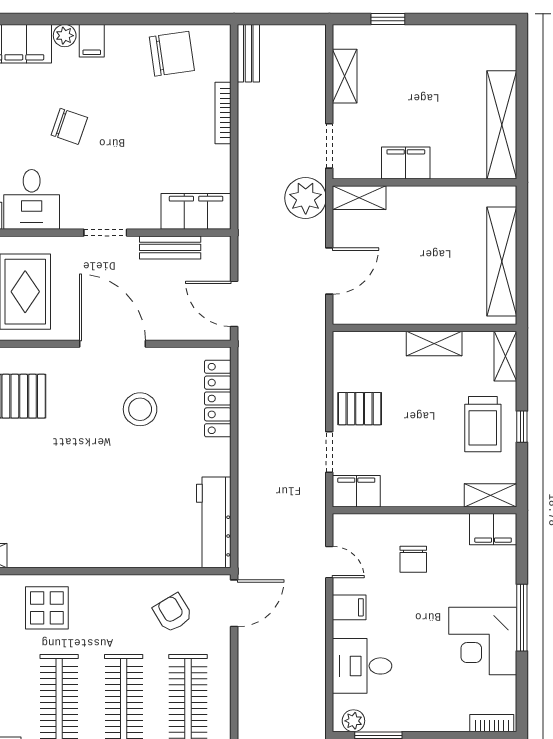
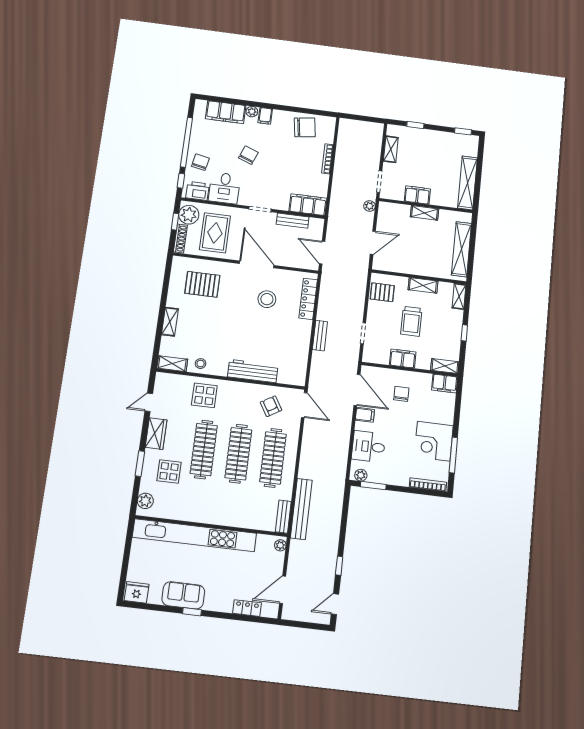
window: (484, 19) -> (463, 131), added
bench: (248, 53) -> (320, 336), moved
chair: (69, 126) -> (248, 155), turned -88
plant: (306, 198) -> (369, 206), width x0.53, depth x0.53
shelving: (359, 198) -> (425, 213), moved
pallet: (360, 409) -> (382, 292), moved
trolley: (483, 424) -> (411, 321), moved
filing cabinet: (356, 491) -> (403, 359), moved
workbench: (214, 522) -> (253, 371), moved, turned 90
stool: (32, 549) -> (201, 364), added
chair: (413, 559) -> (401, 394), turned 180
door: (329, 562) -> (357, 390), width x1.88
door: (234, 603) -> (304, 405), hinge flipped
window: (522, 618) -> (453, 455), moved
bookcase: (492, 723) -> (428, 485), width x1.56

